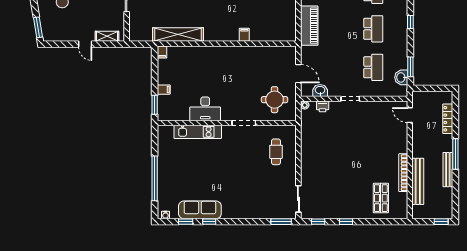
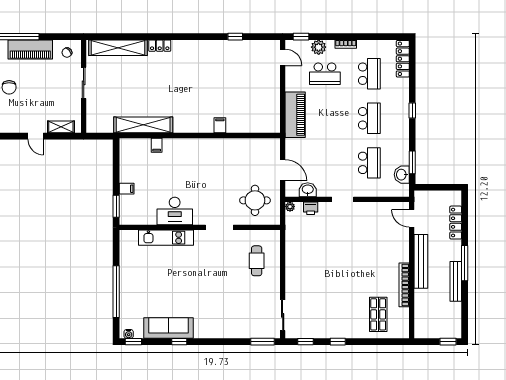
filing cabinet: (162, 52) -> (157, 145), moved
bench: (418, 181) -> (421, 261), moved
window: (186, 222) -> (133, 342), moved

